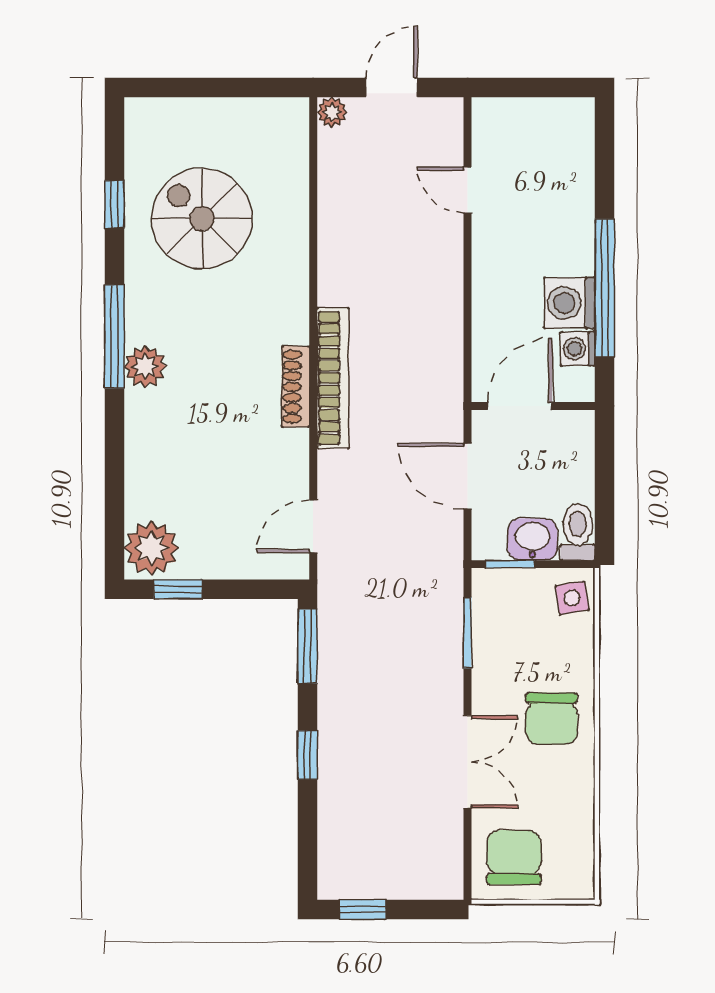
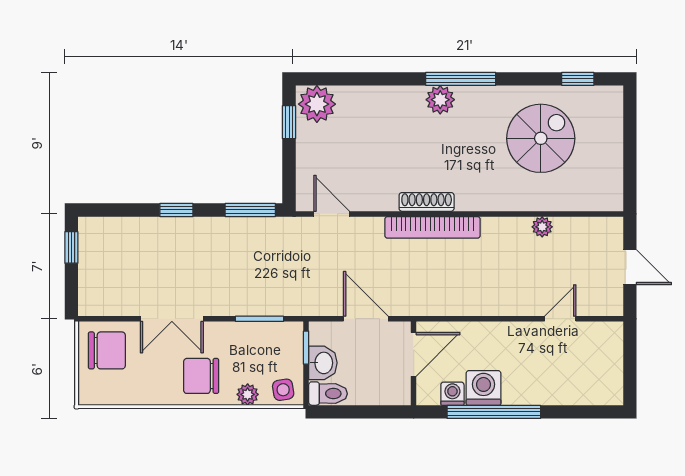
plant: (332, 112) -> (542, 227), moved
window: (114, 204) -> (578, 79), moved
door: (520, 406) -> (414, 354), hinge flipped
door: (468, 476) -> (366, 319), hinge flipped
plant: (579, 650) -> (248, 394), added

